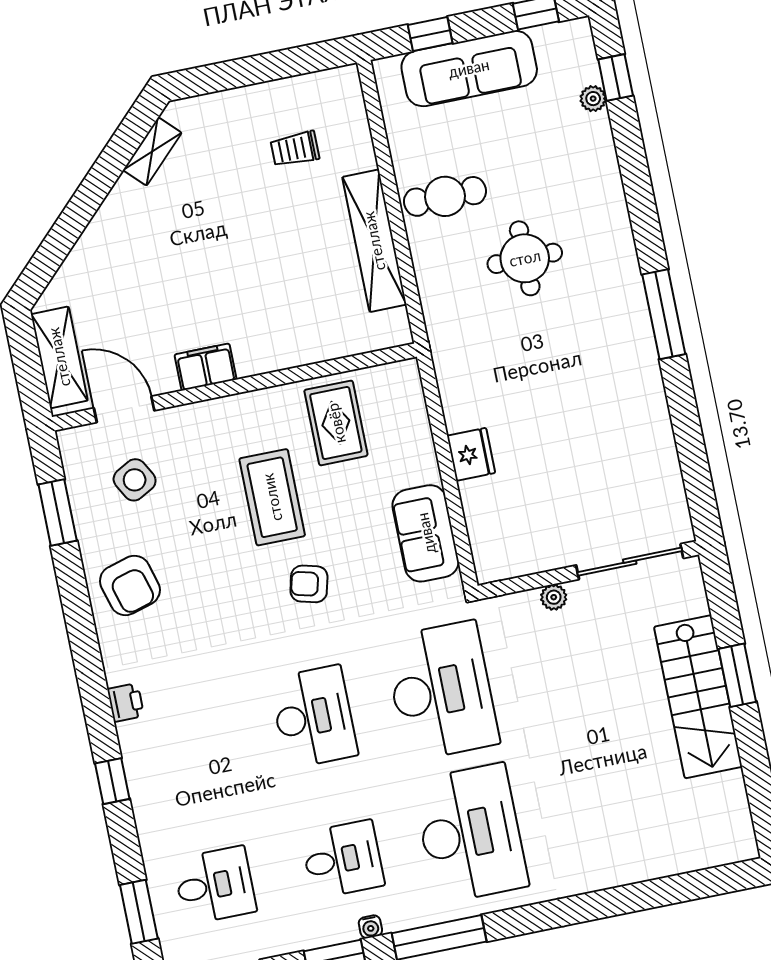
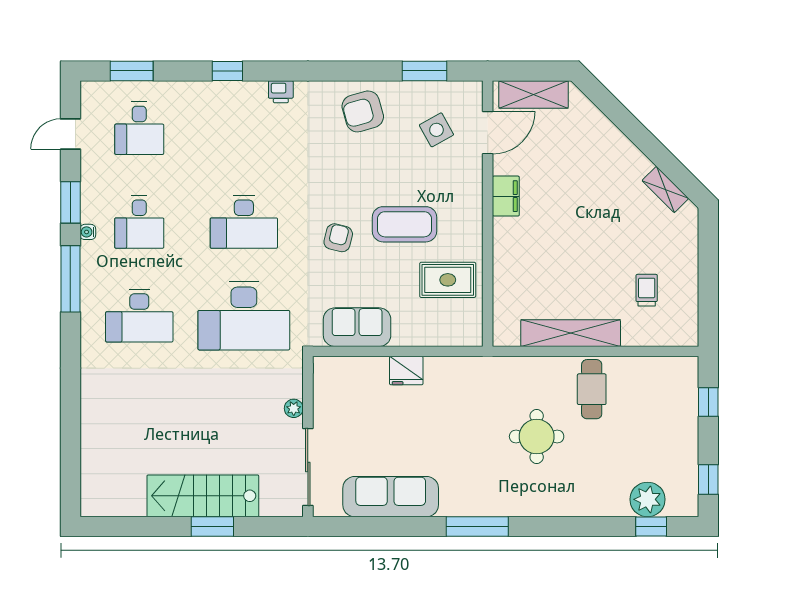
sofa: (469, 68) -> (391, 497), moved, turned 90
plant: (593, 99) -> (648, 499), width x1.87, depth x1.87
desk: (470, 833) -> (139, 316), width x0.73, depth x0.77

